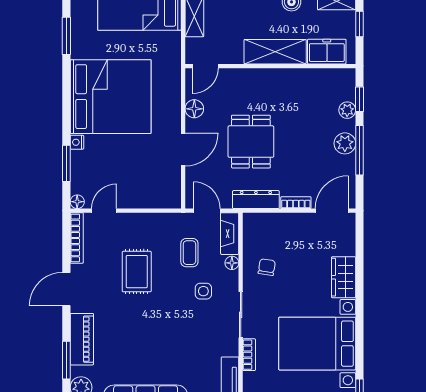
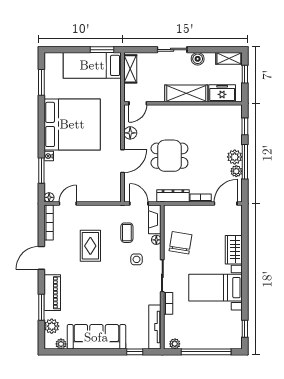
plant: (347, 110) -> (236, 171), moved
dining table: (251, 142) -> (169, 156), turned 90
chair: (267, 267) -> (180, 243), width x1.87, depth x1.87
bed with nightstands: (317, 344) -> (215, 288), width x0.73

